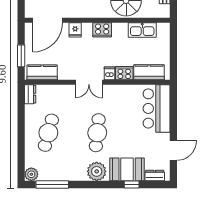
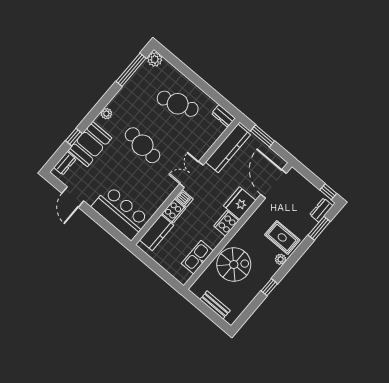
fridge: (75, 30) -> (240, 203), width x1.88, depth x1.34
kitchen counter: (42, 72) -> (228, 148), width x1.50
cafe table: (48, 133) -> (178, 104), turned -33
plant: (97, 171) -> (106, 114), width x0.53, depth x0.53

